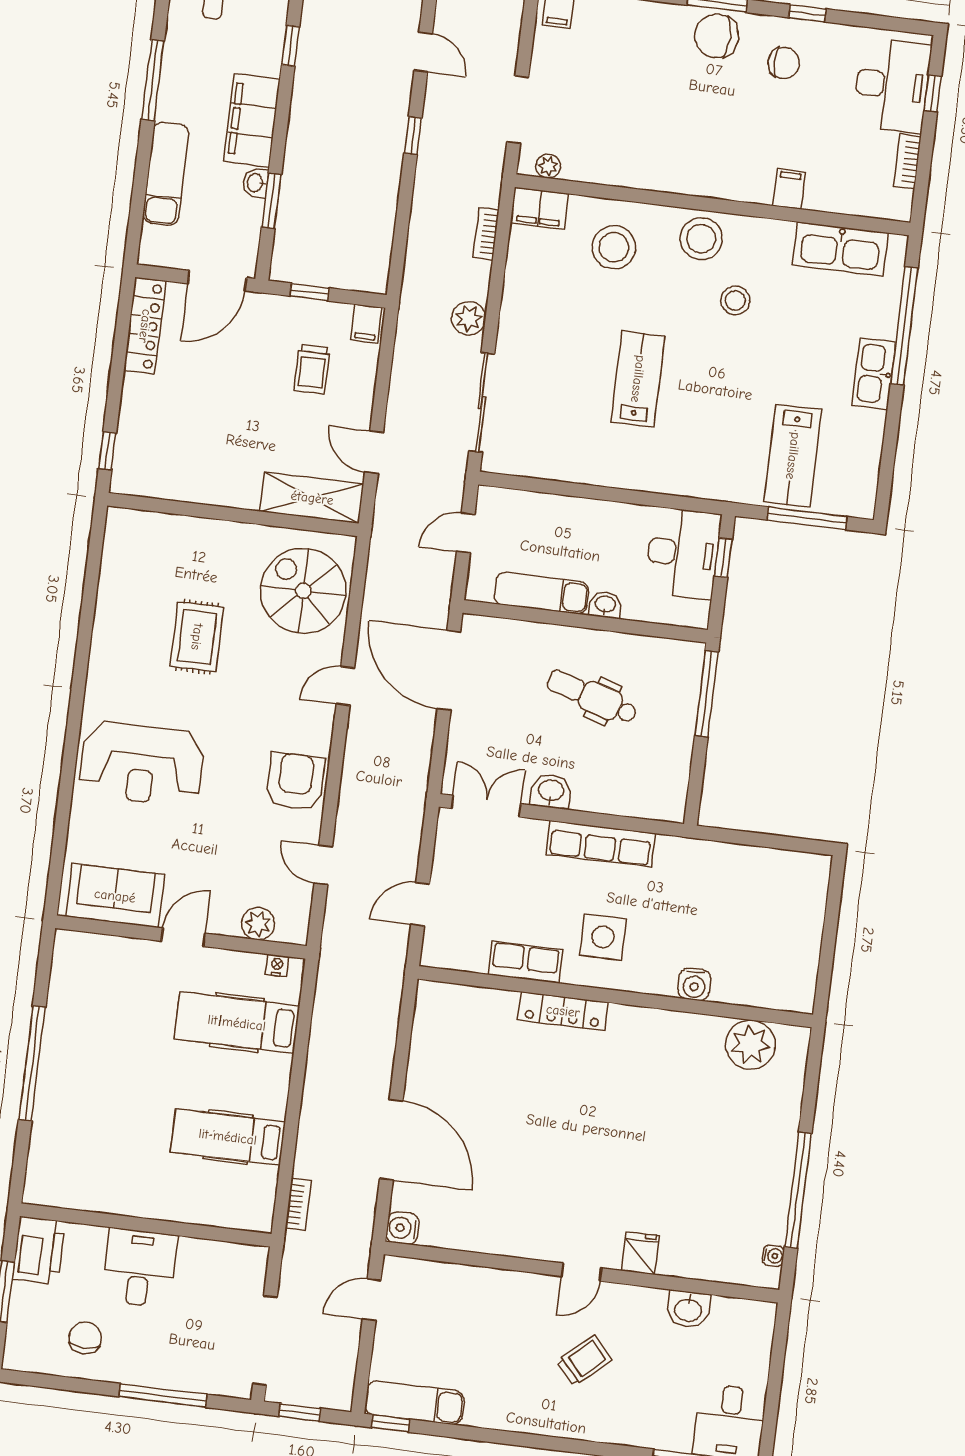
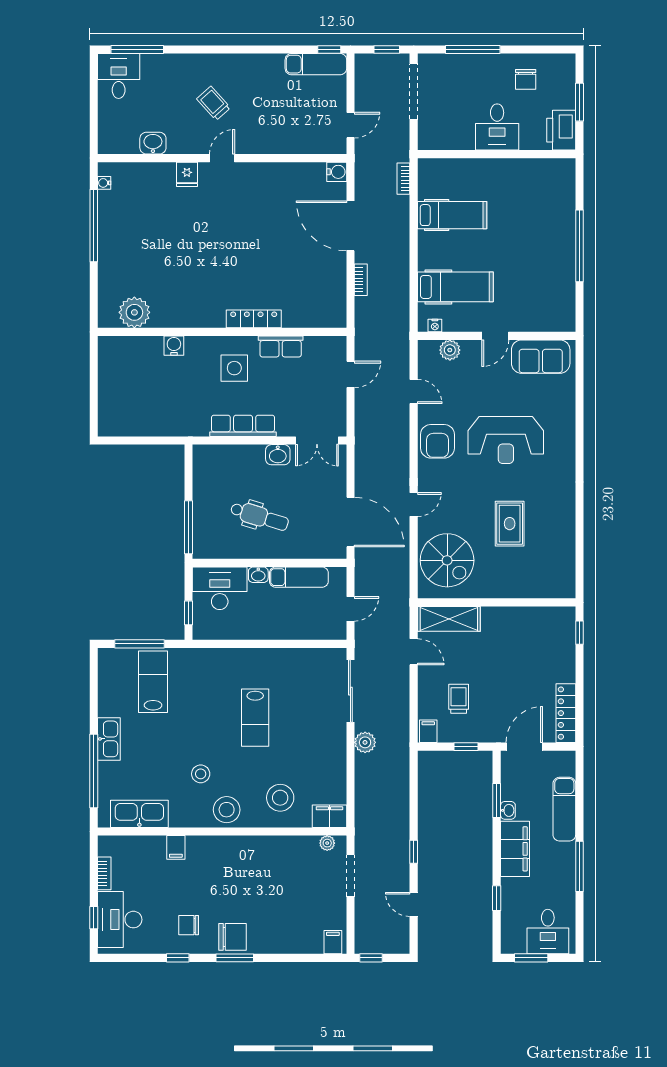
bookcase: (486, 234) -> (361, 280), moved
desk: (683, 553) -> (220, 588), moved, turned 90
reception desk: (142, 764) -> (506, 440), moved, turned 180
trolley: (584, 1361) -> (214, 103), turned 90

